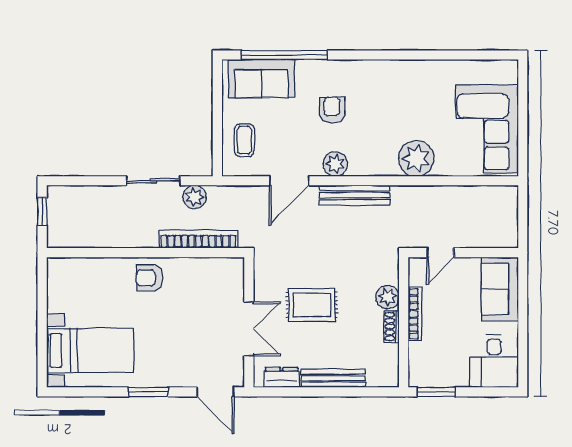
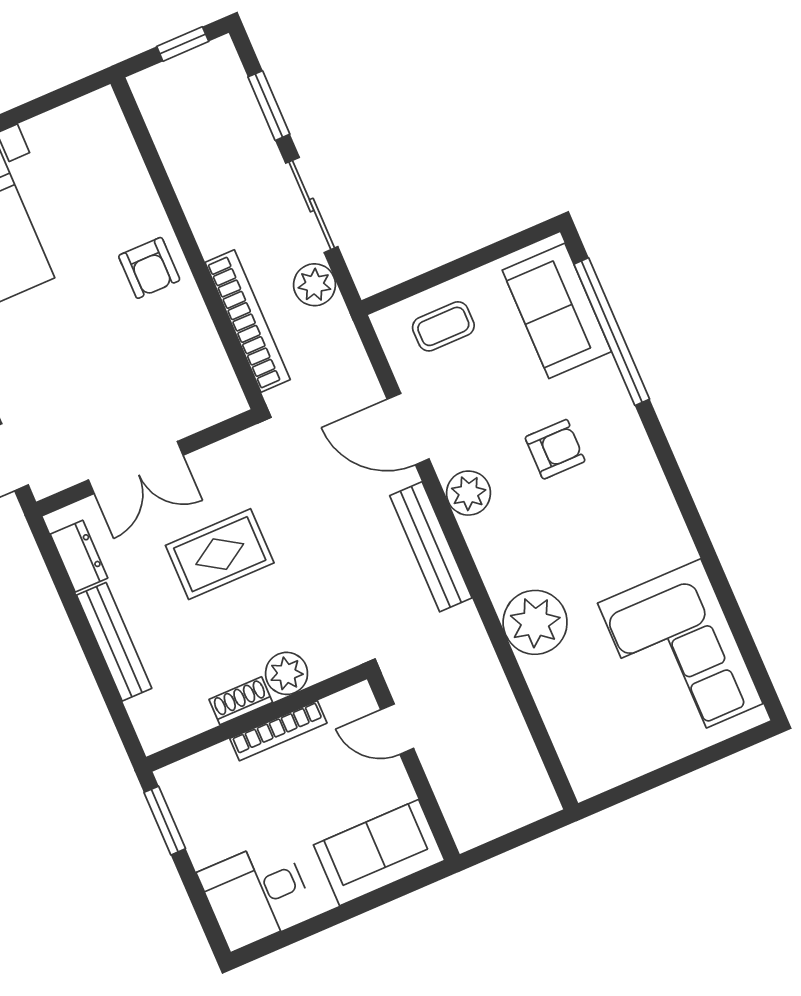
corner sofa: (487, 129) -> (680, 653), moved, turned -90
window: (93, 181) -> (269, 106), added
armchair: (150, 278) -> (149, 268), turned 180
rug: (312, 305) -> (220, 554), turned 90

